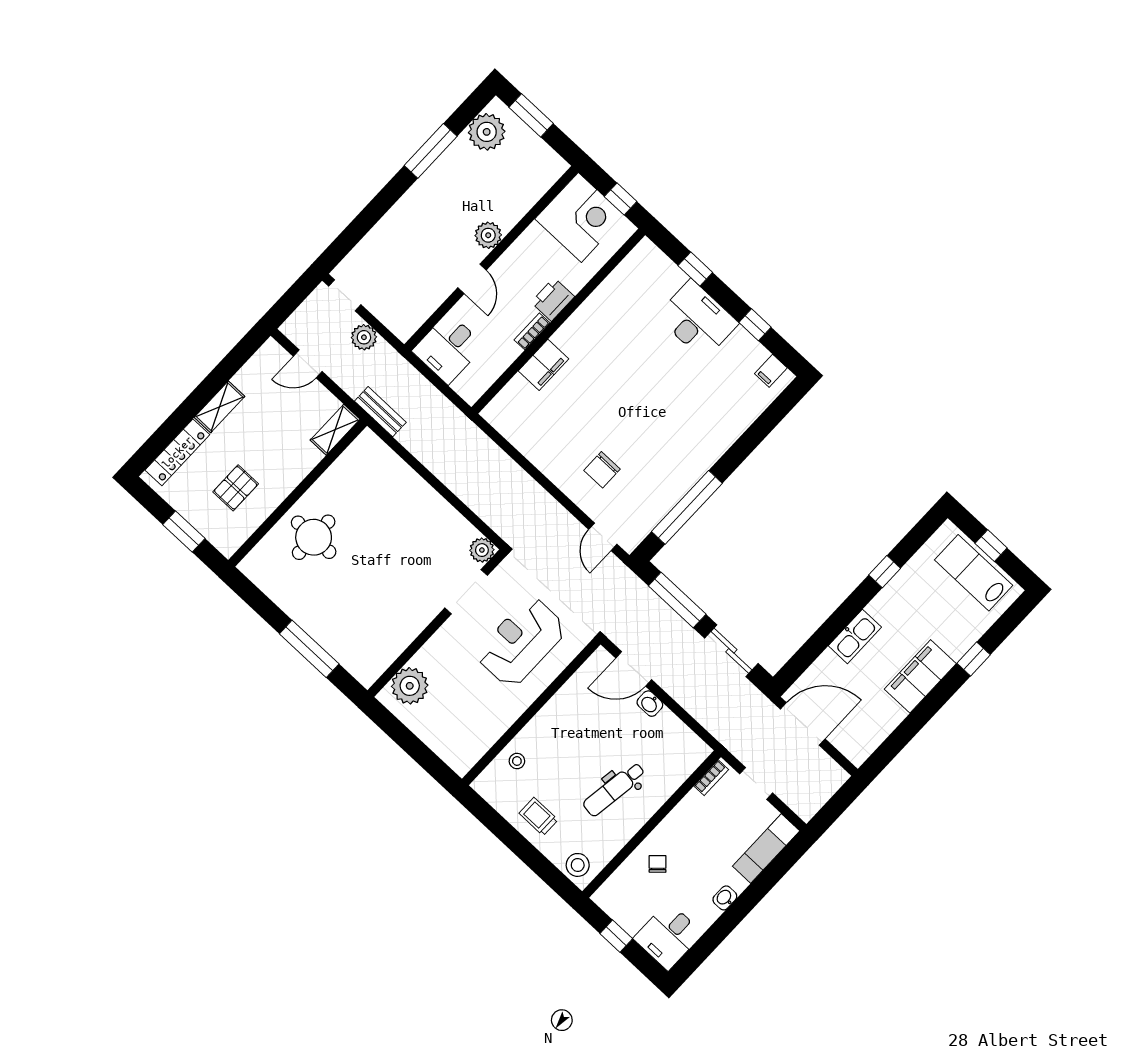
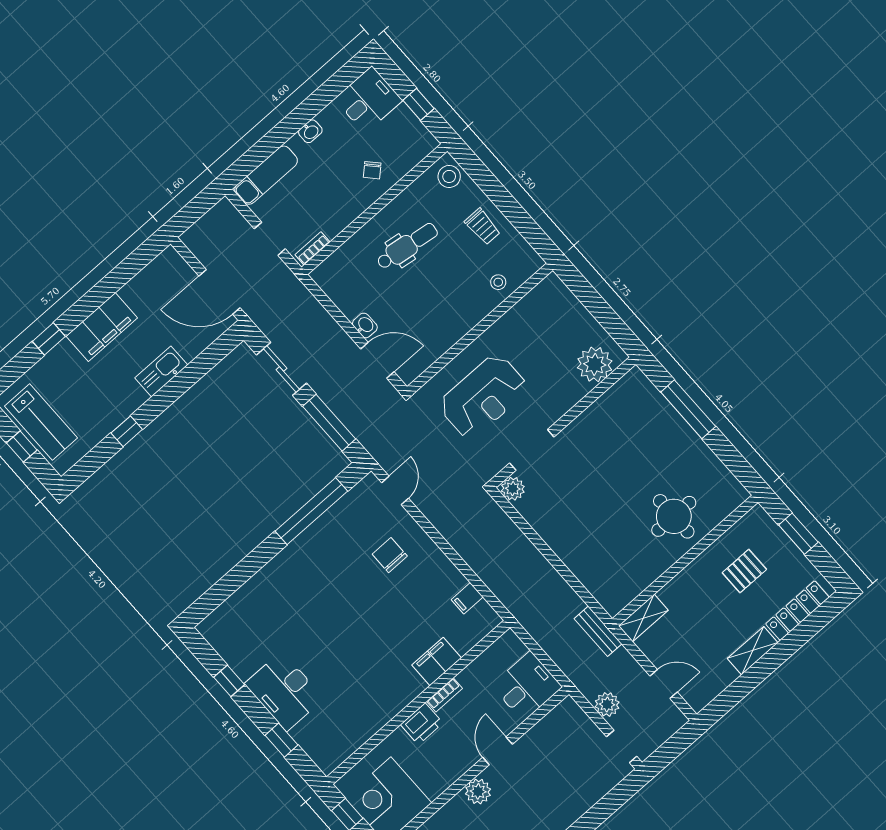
filing cabinet: (771, 371) -> (467, 598), moved, turned 180
chair: (602, 470) -> (390, 555), turned -90

